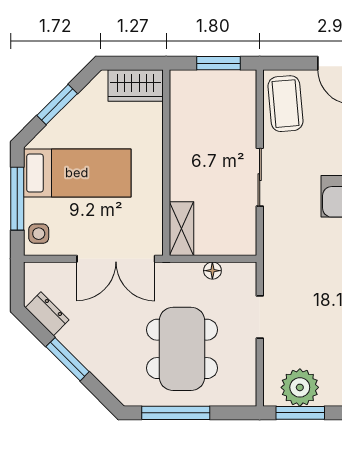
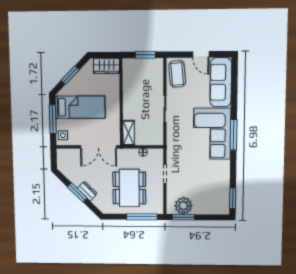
dresser: (47, 314) -> (87, 191), moved
window: (176, 413) -> (142, 217), moved

